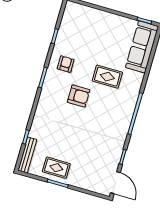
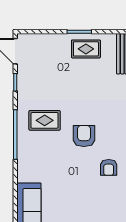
rug: (107, 77) -> (45, 120), moved
armchair: (79, 96) -> (84, 136), turned 90

